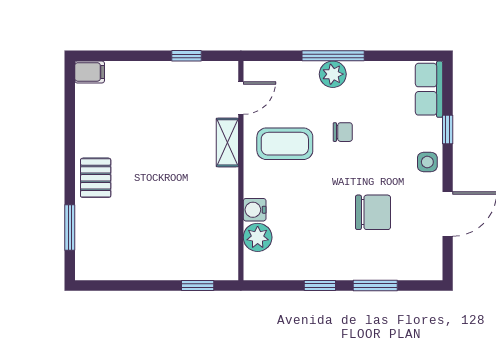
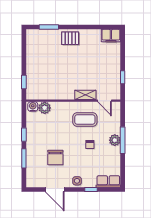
filing cabinet: (90, 72) -> (111, 36), width x2.00
coffee table: (285, 144) -> (85, 120), turned 90
water cooler: (255, 210) -> (33, 107), moved

